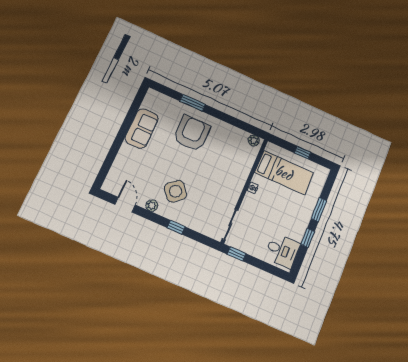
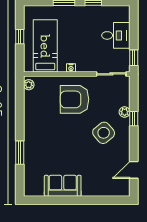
armchair: (192, 133) -> (75, 99), moved
plant: (152, 206) -> (125, 112), moved
desk: (282, 250) -> (116, 35), moved, turned 90

